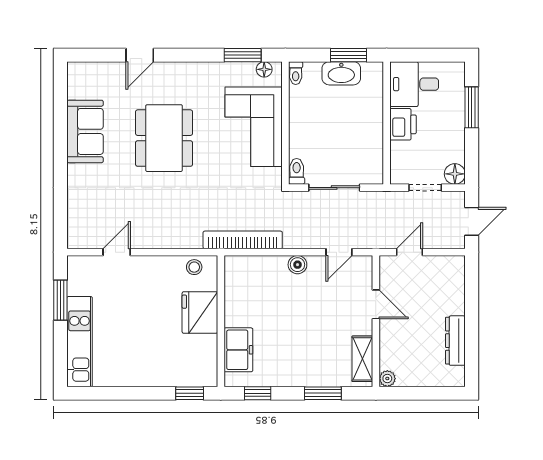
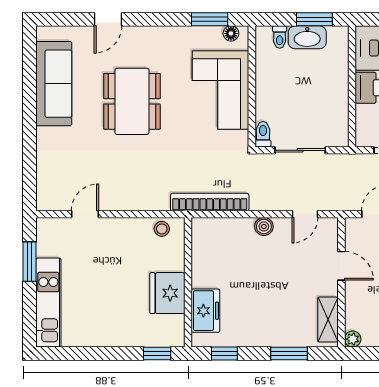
toilet: (296, 73) -> (280, 37), moved
sofa: (85, 131) -> (54, 84), width x1.36
fridge: (200, 312) -> (167, 293), moved

